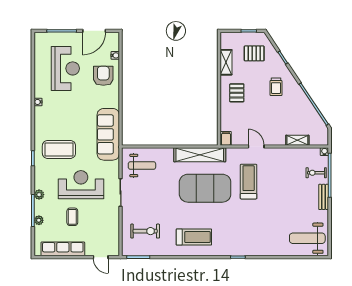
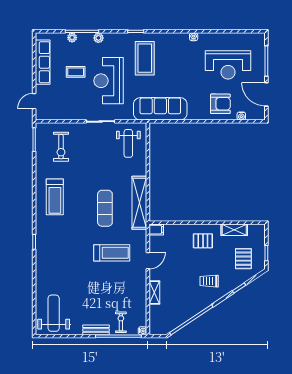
shelving: (297, 140) -> (154, 293), moved
reception desk: (81, 185) -> (109, 81), turned 180
exercise mat: (205, 188) -> (105, 208), width x0.50, depth x0.69

